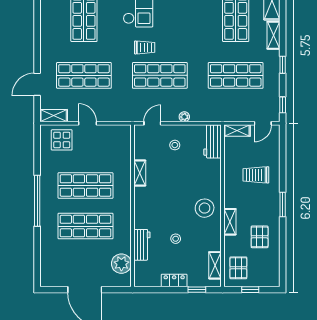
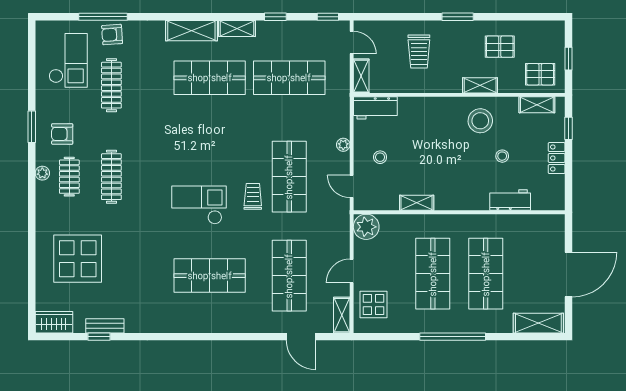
shop shelf: (236, 75) -> (289, 78), turned 90
stool: (205, 208) -> (480, 121), moved
plant: (121, 264) -> (366, 227), moved
shelving: (47, 266) -> (538, 323), added

